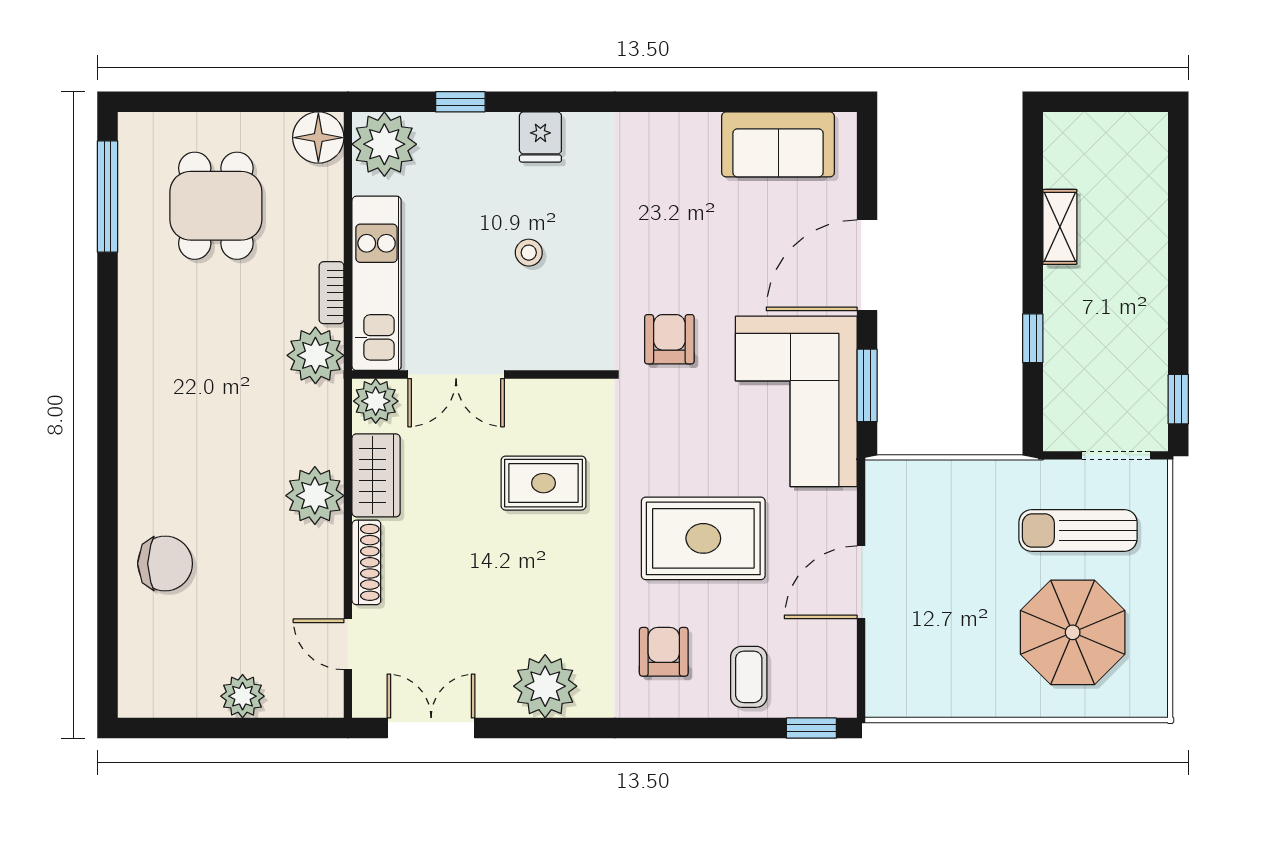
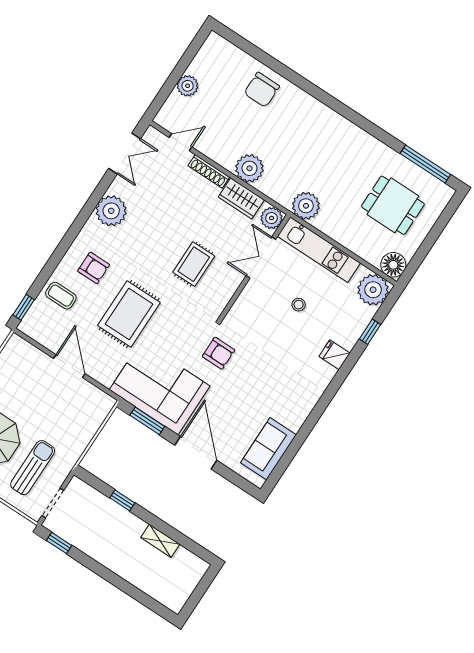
stool: (529, 253) -> (299, 305), moved
bookcase: (332, 293) -> (327, 229), removed

